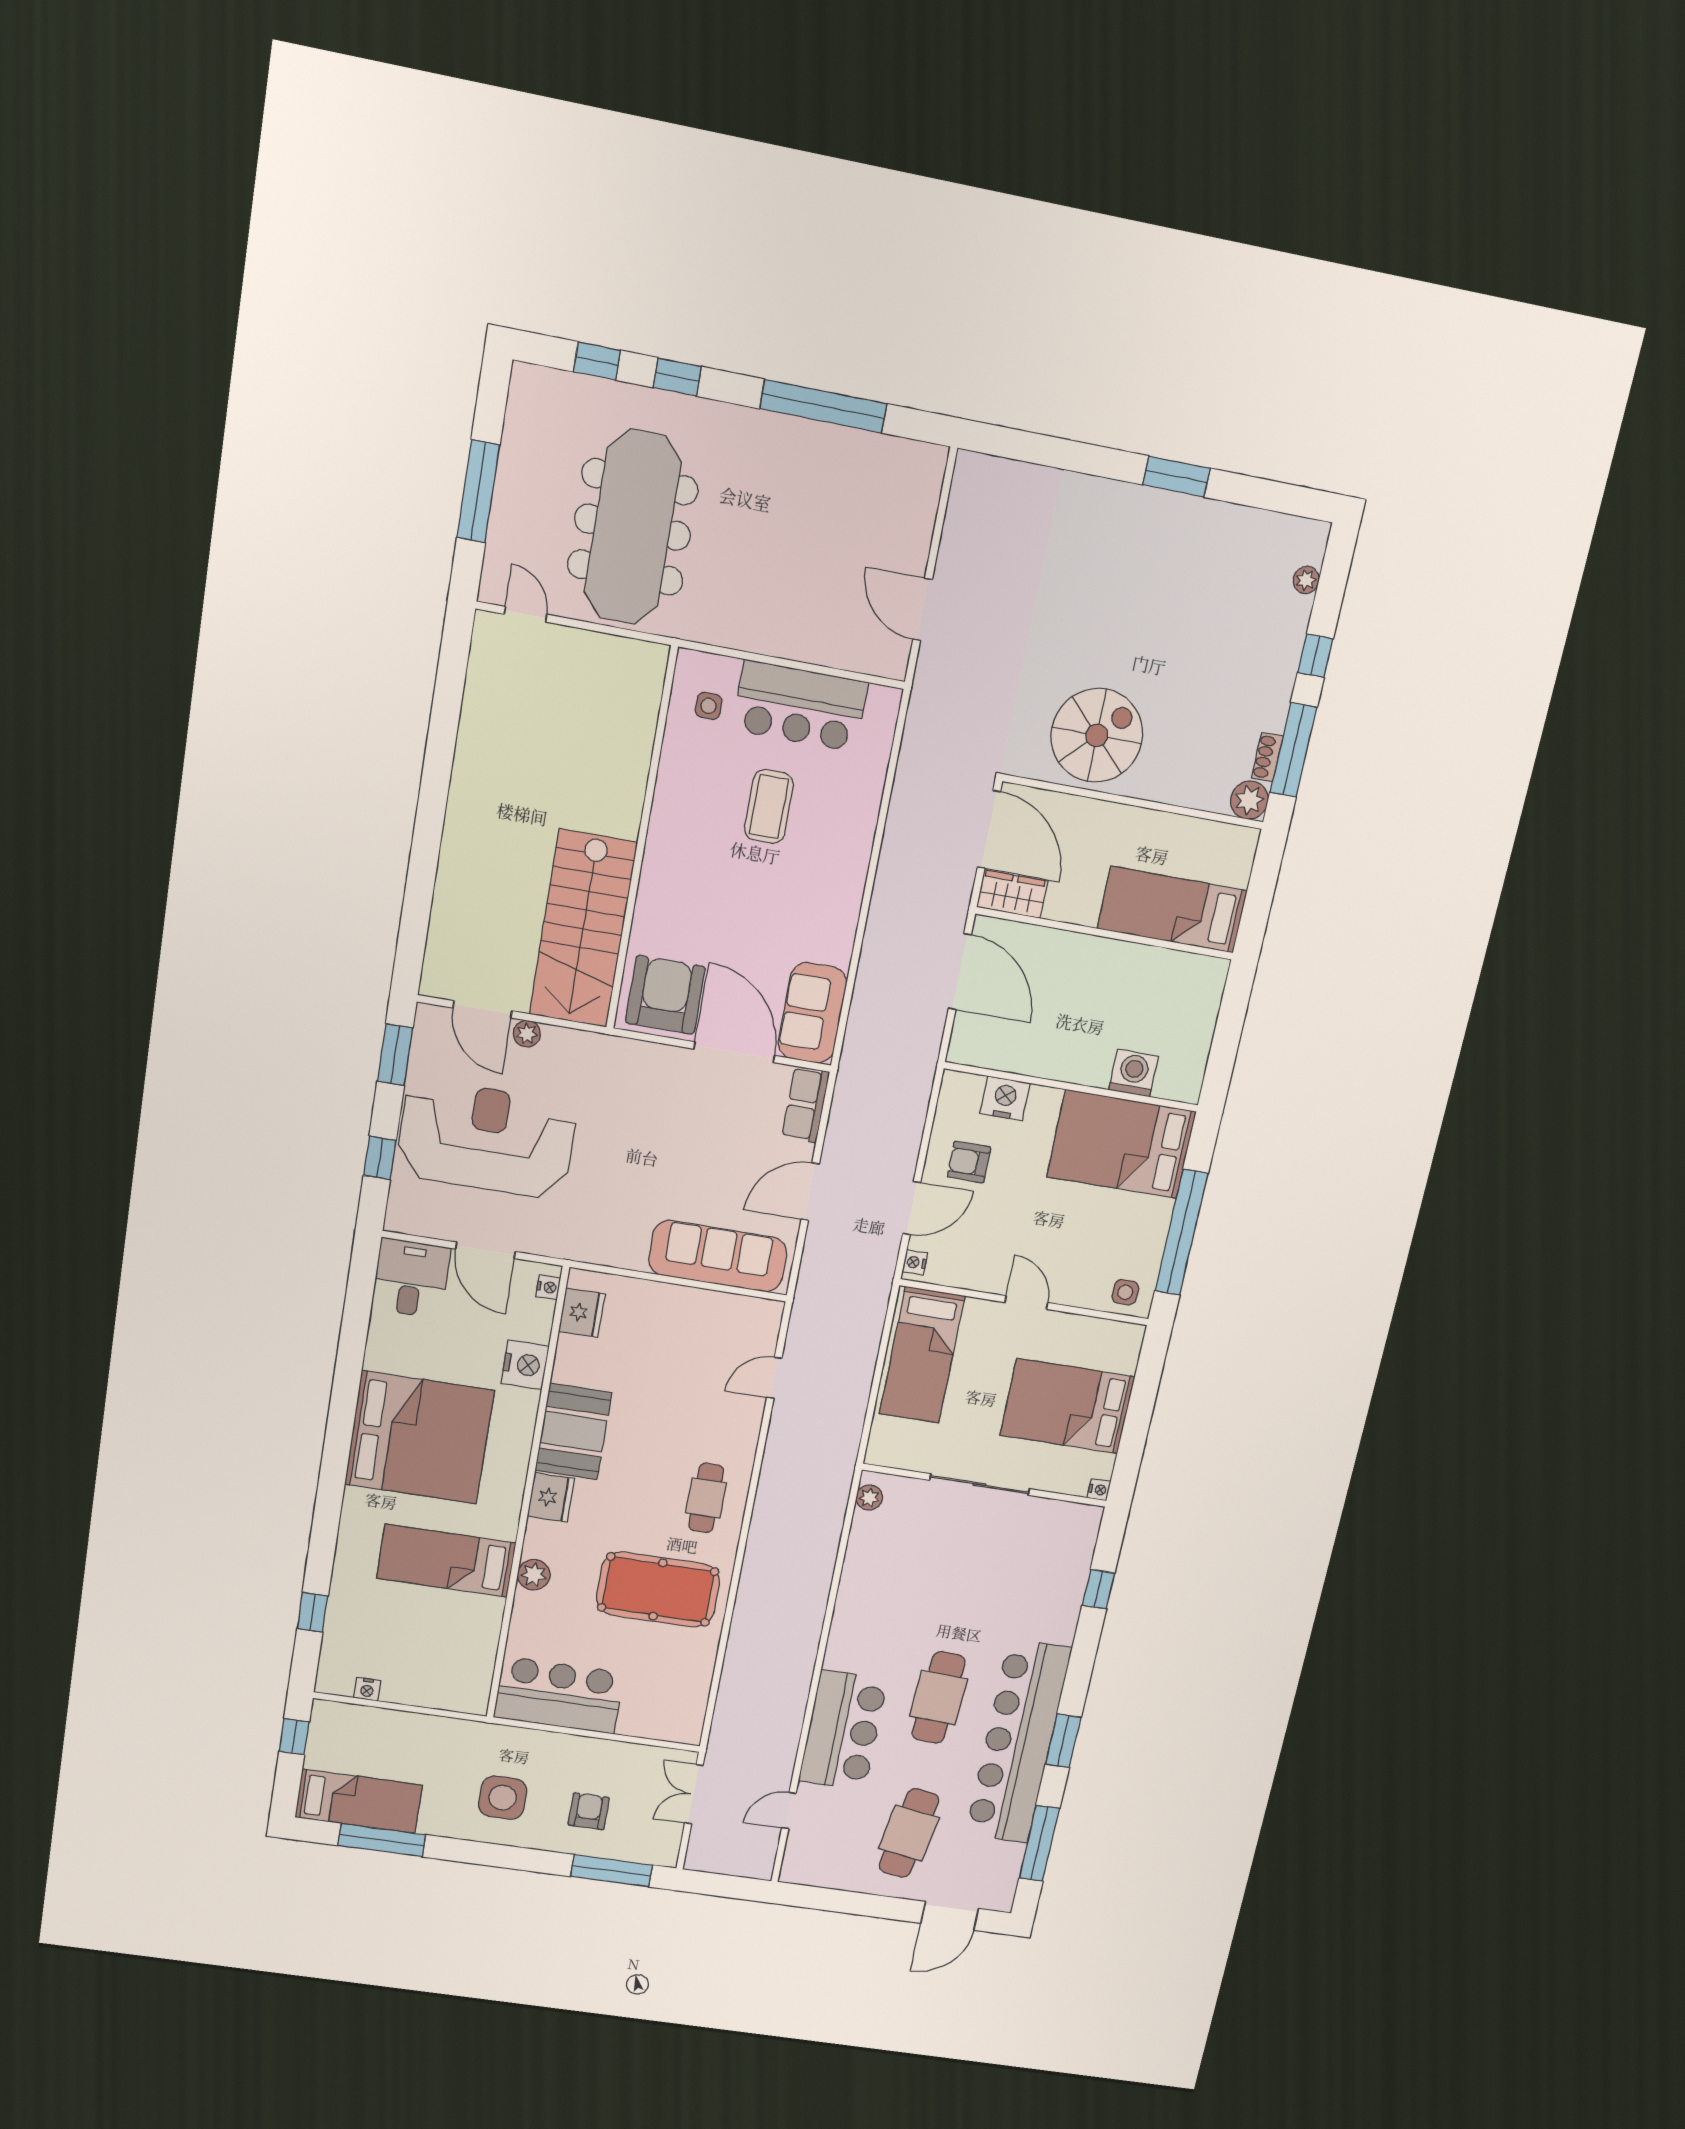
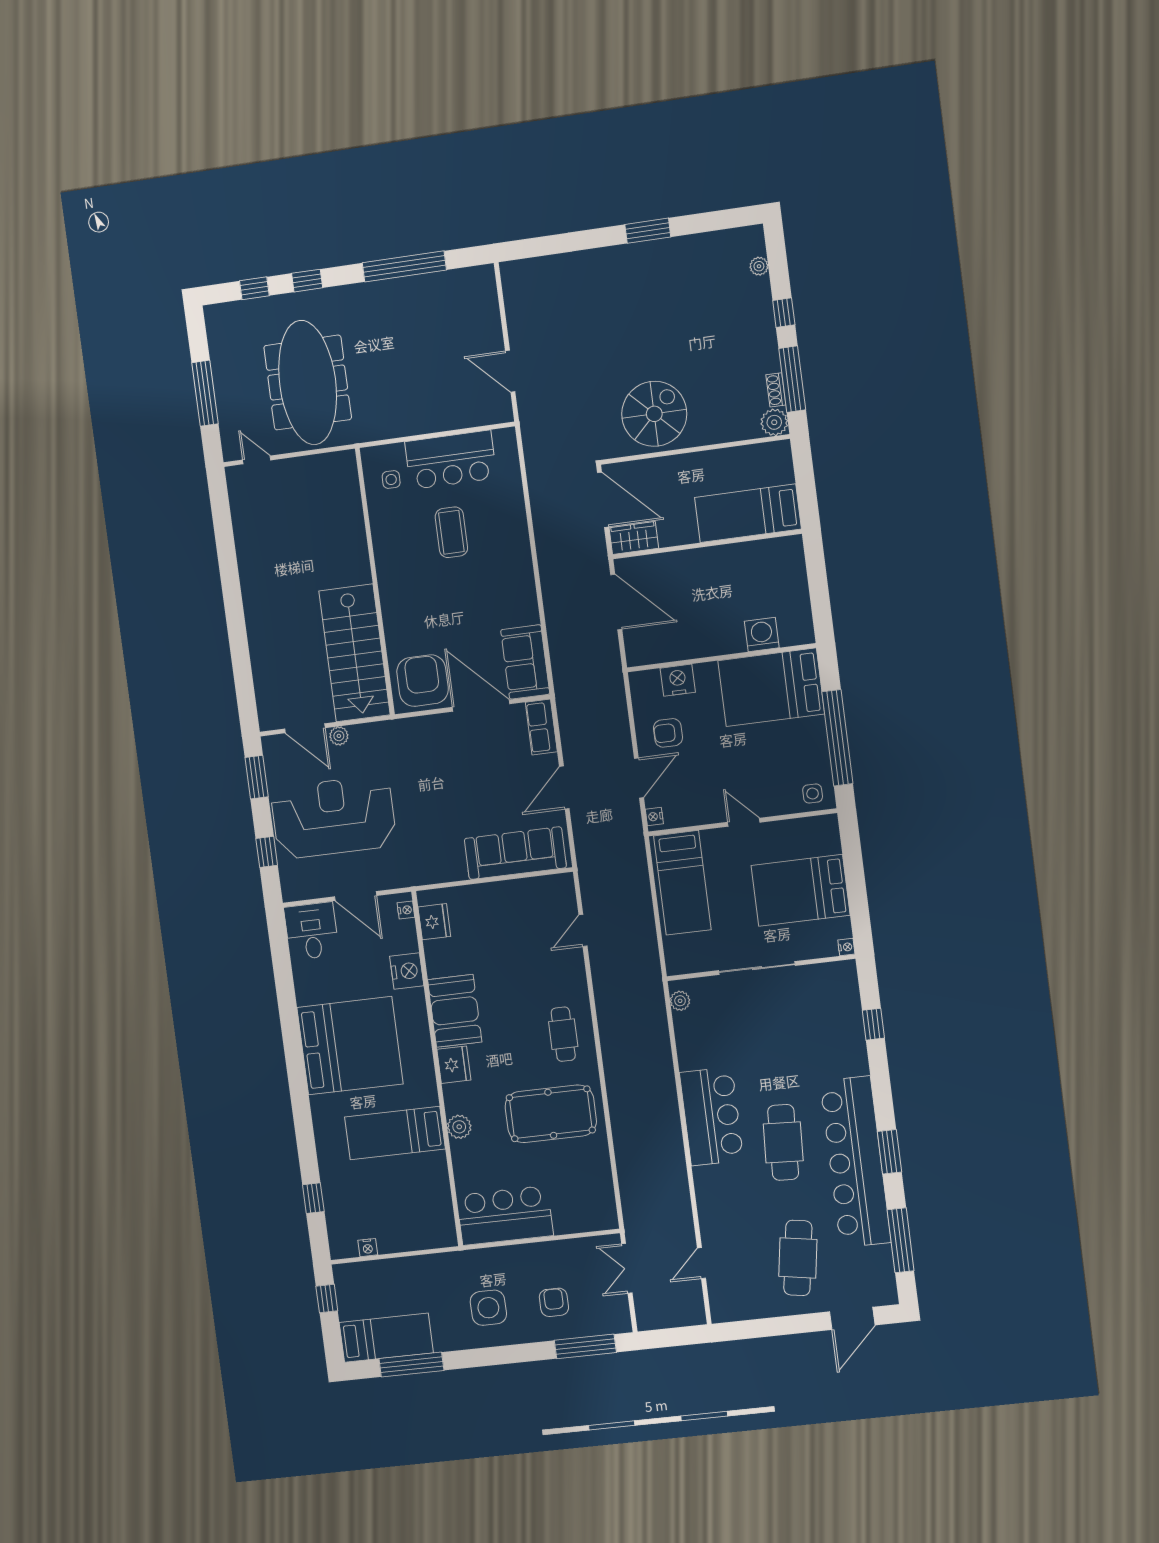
bar counter: (843, 1730) -> (712, 1116), moved

